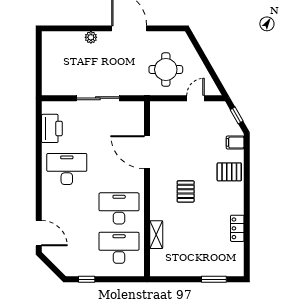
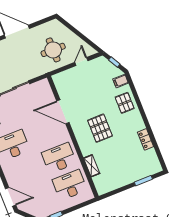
pallet: (229, 172) -> (125, 103), turned 90
pallet: (186, 191) -> (100, 128), width x1.50, depth x1.42

